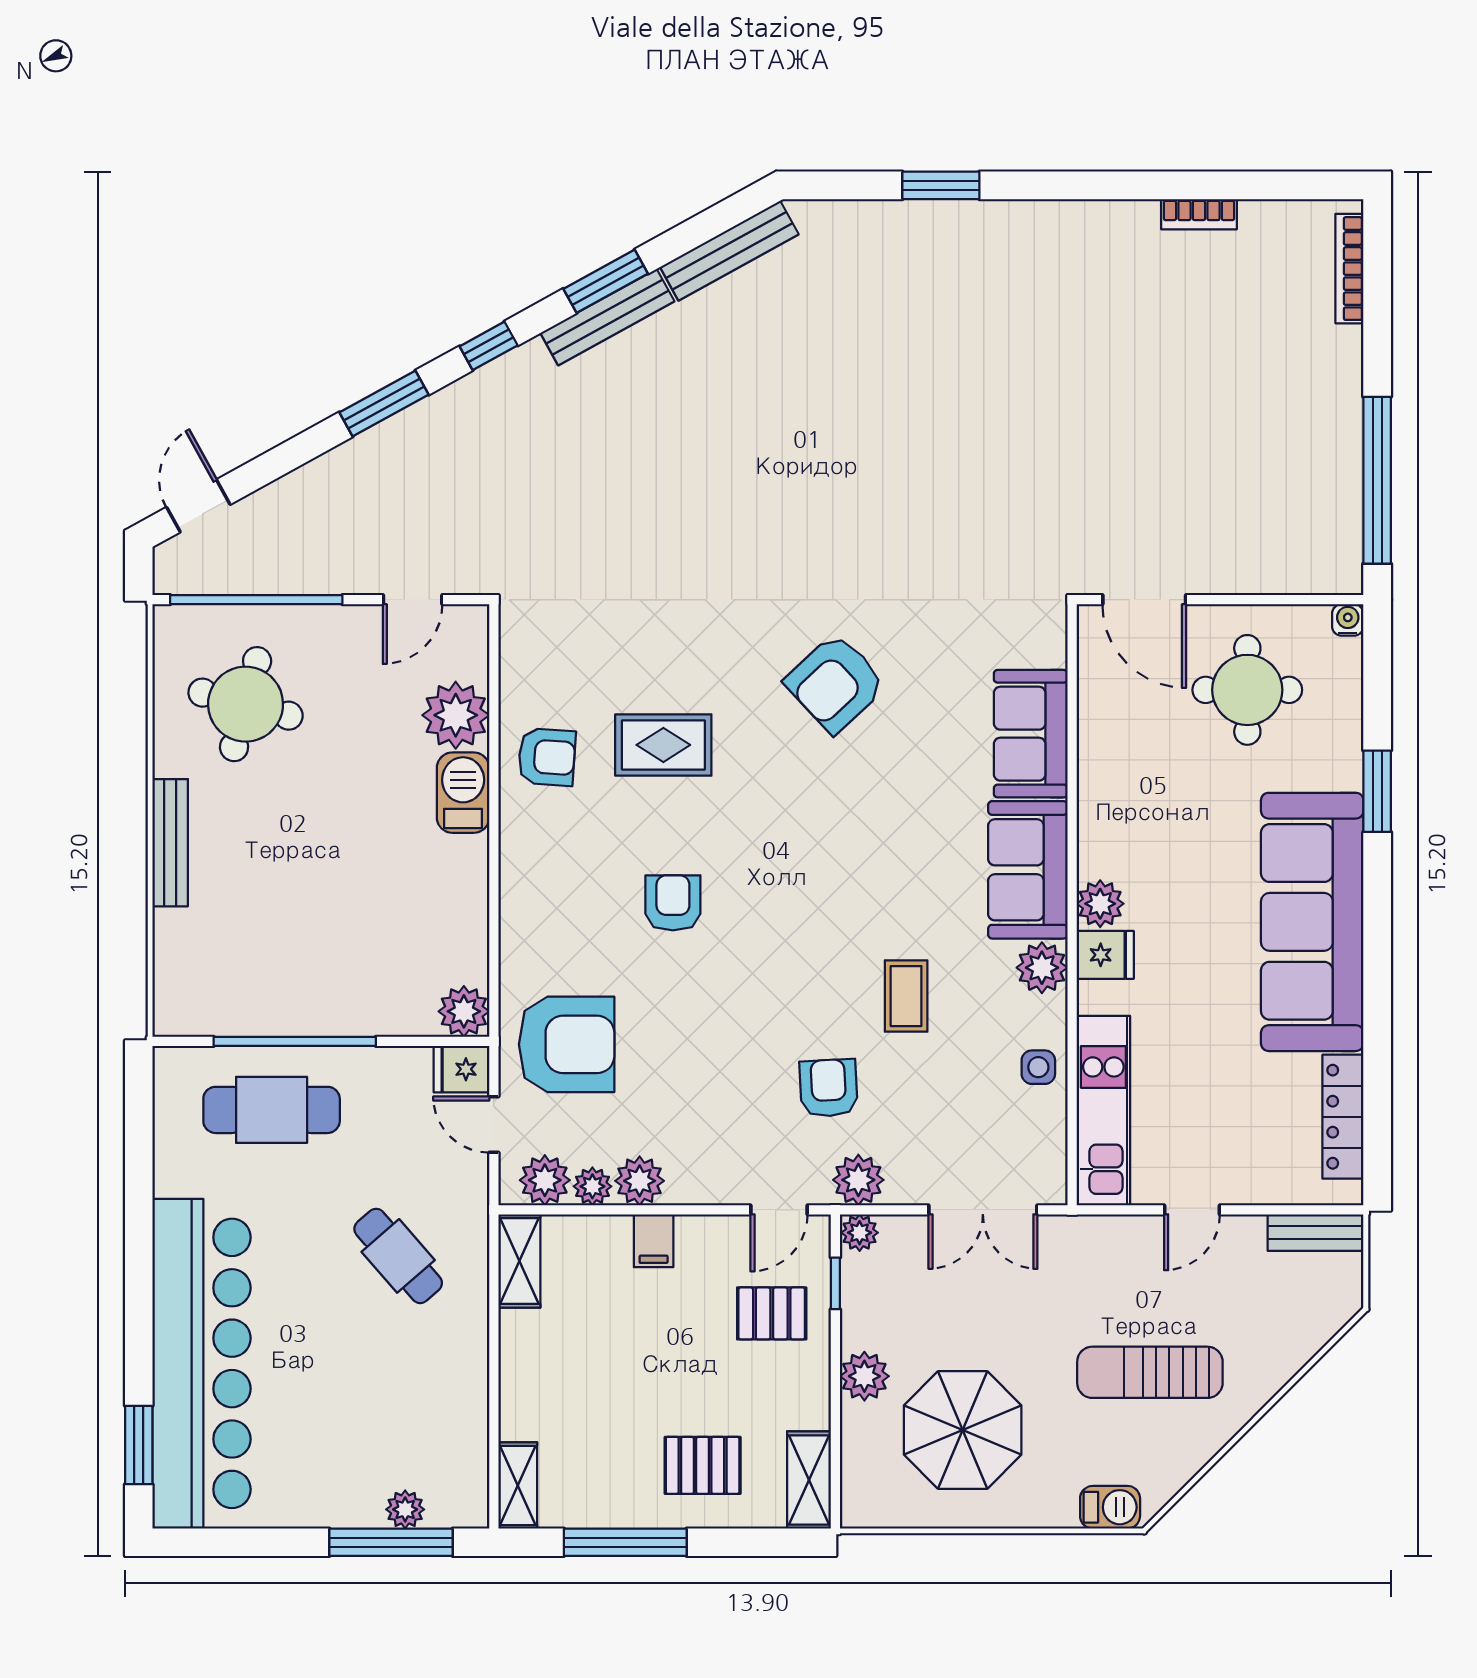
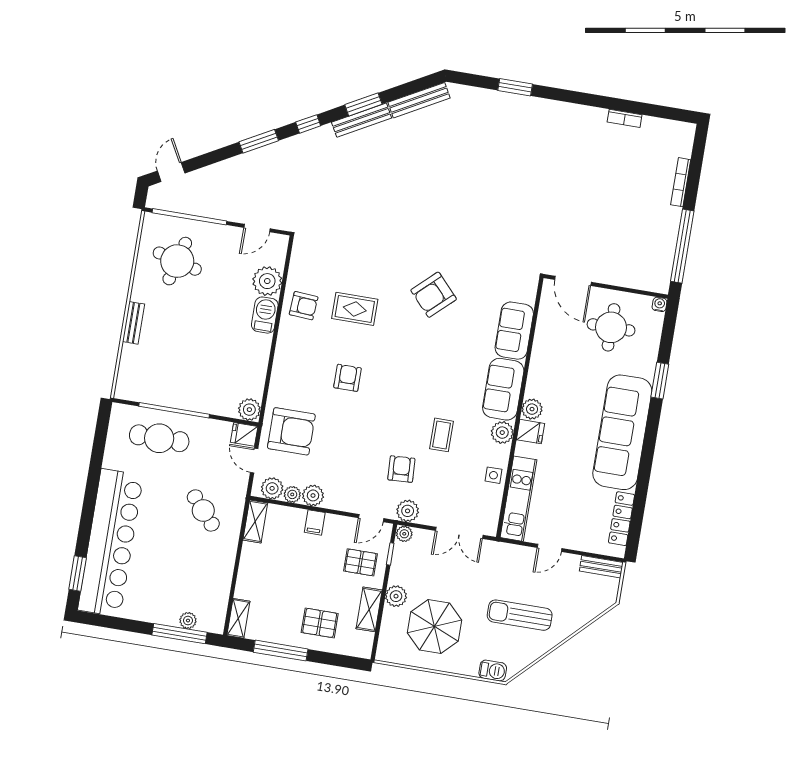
bookcase: (1349, 269) -> (681, 182), moved
bench: (170, 843) -> (133, 323), width x0.73
shelving: (809, 1480) -> (369, 609), moved

